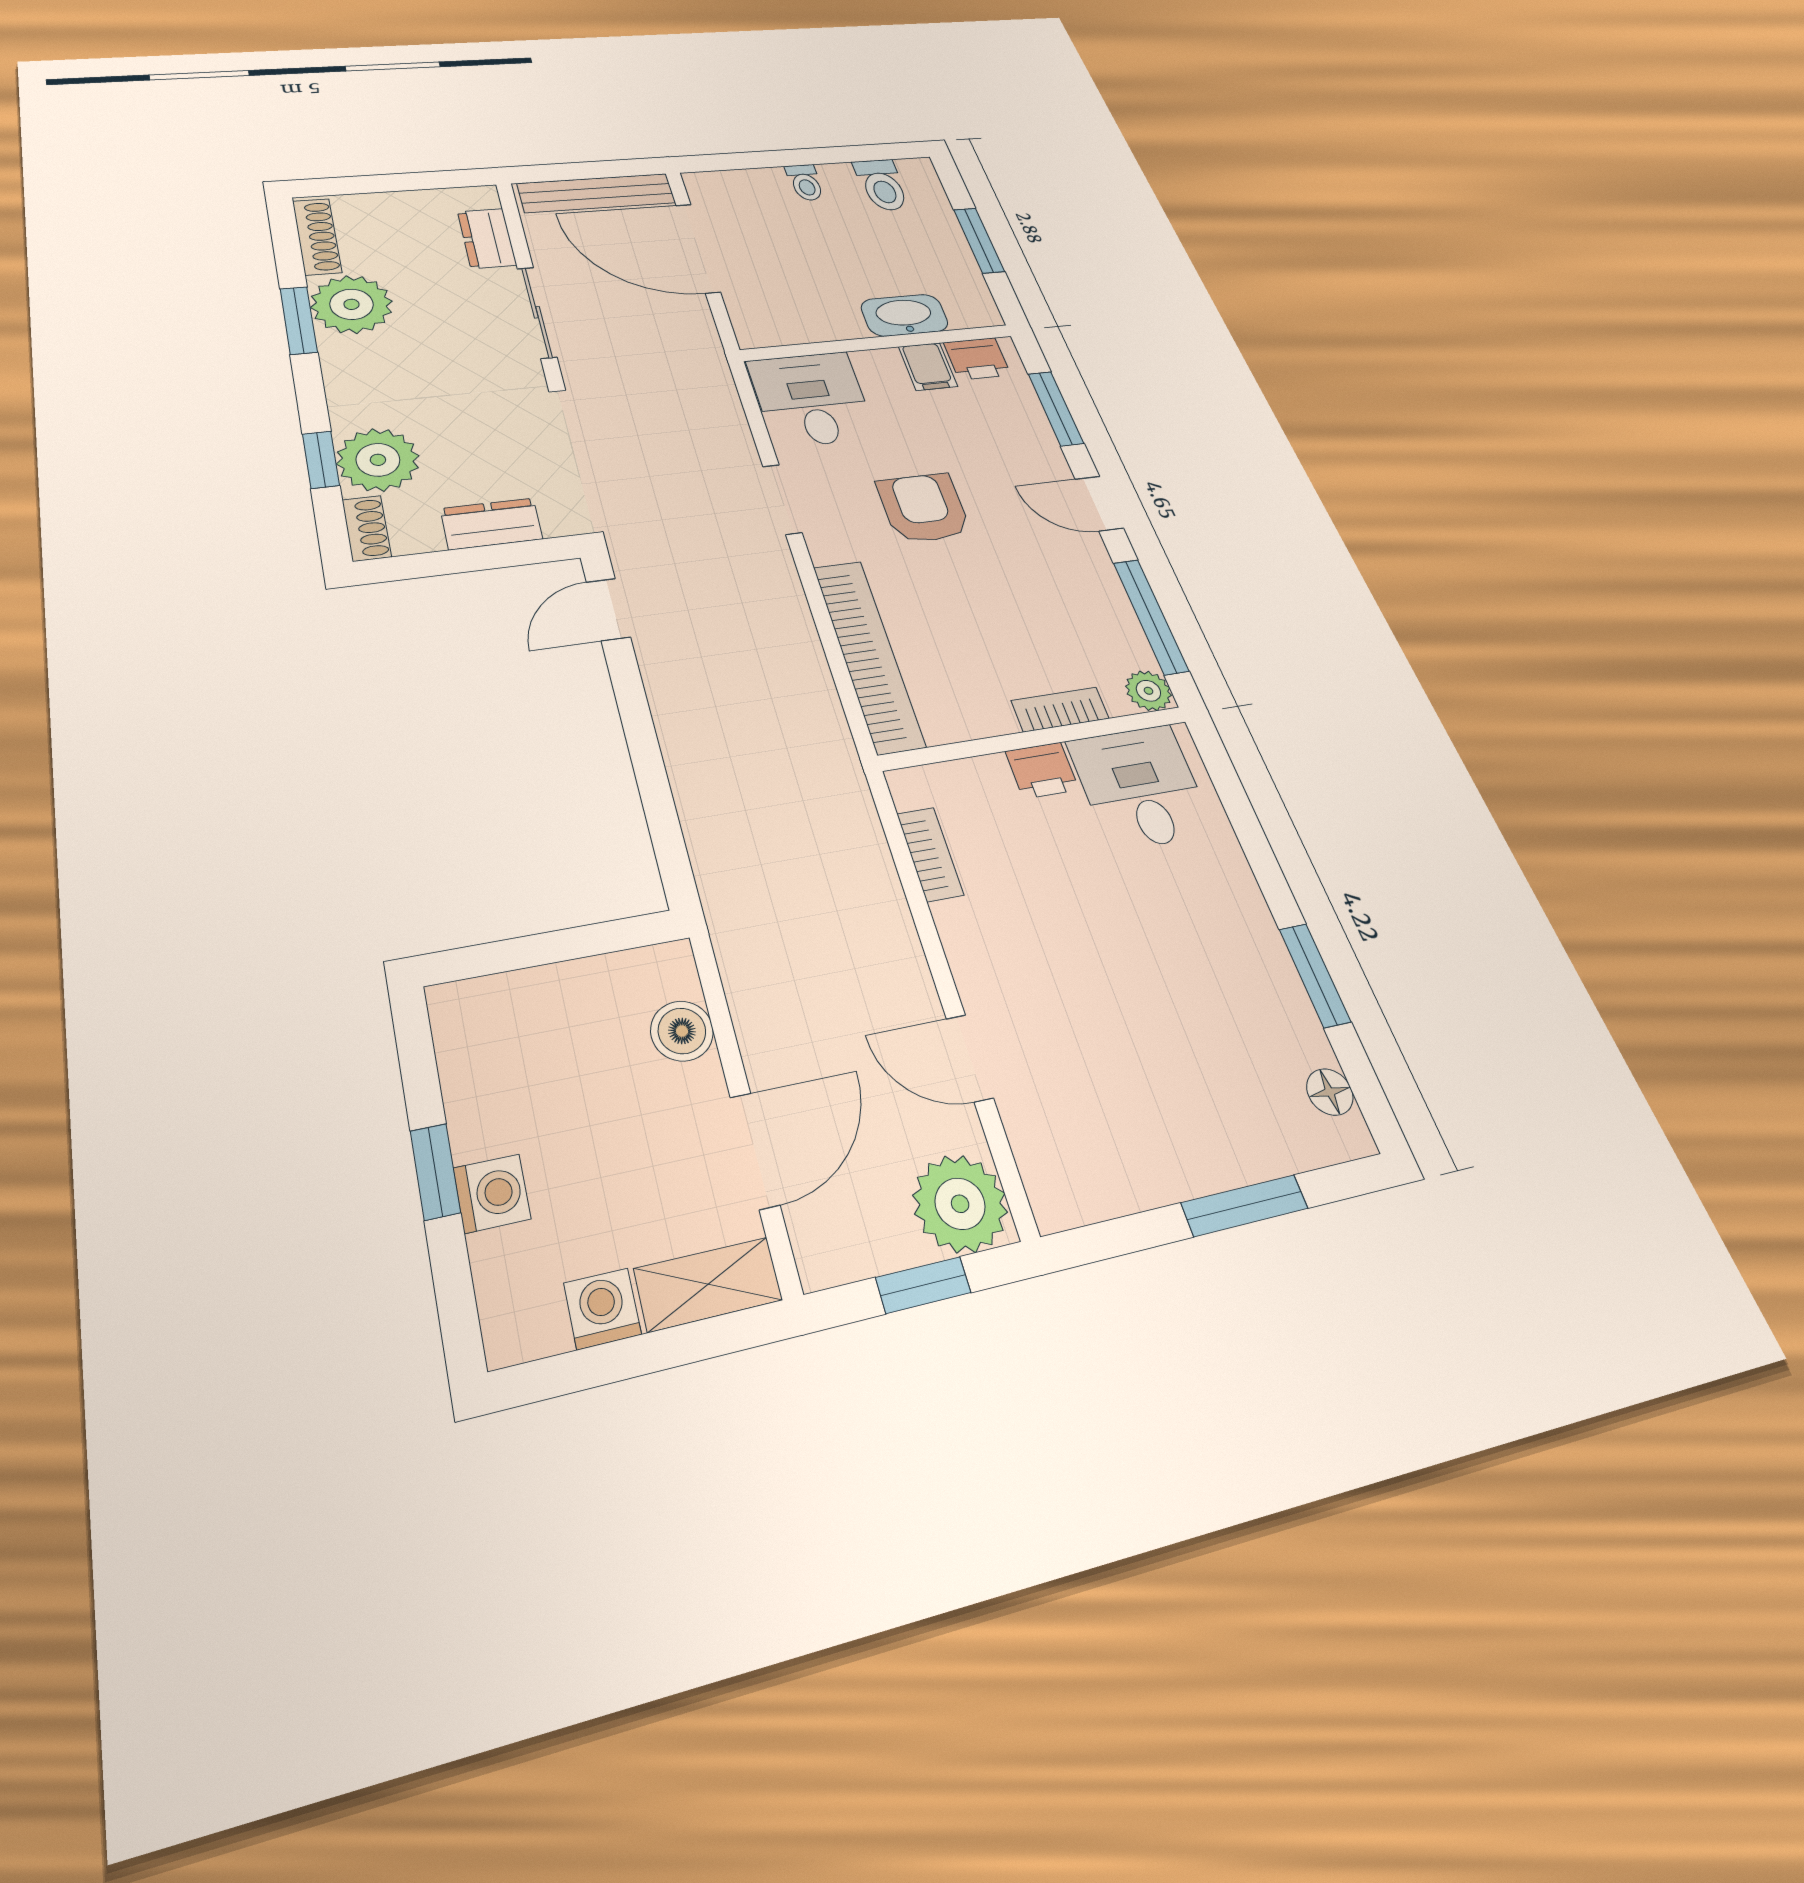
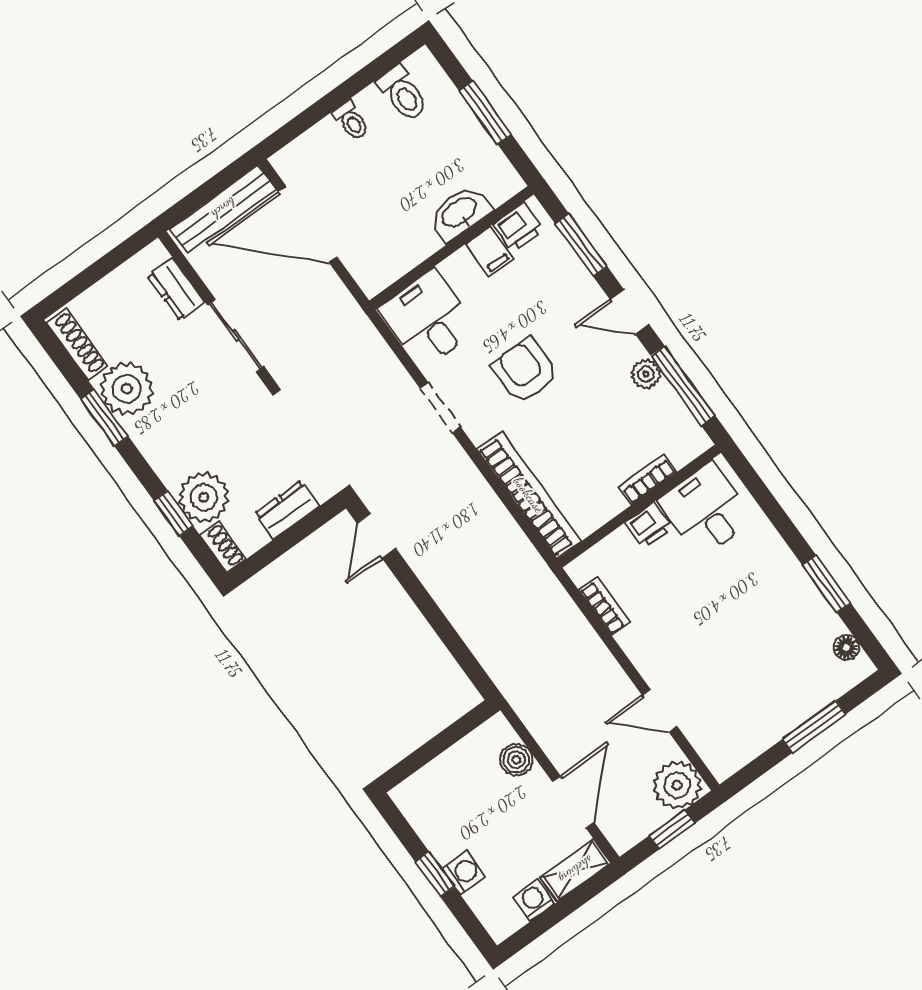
plant: (1148, 691) -> (646, 374), moved

